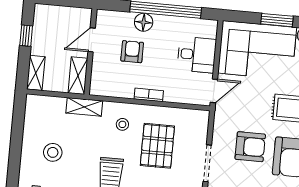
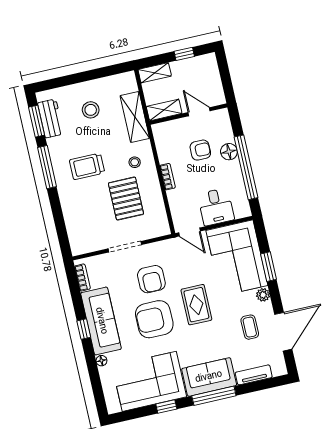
shelving: (84, 107) -> (135, 117), width x1.50, depth x1.33
pallet: (157, 146) -> (126, 199), turned 90

